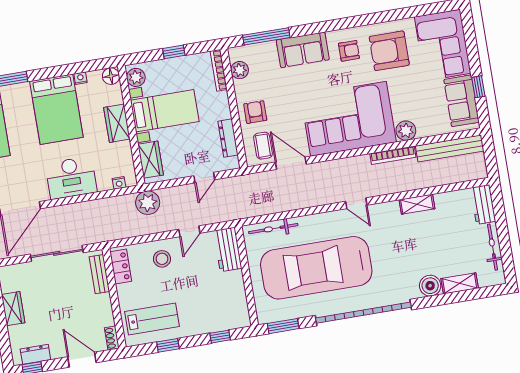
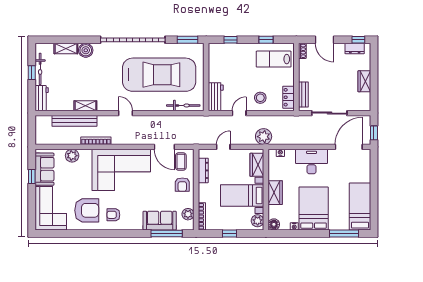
sofa: (303, 50) -> (160, 221), moved
plant: (406, 131) -> (72, 156), moved
bench: (450, 148) -> (74, 121), moved
window: (504, 240) -> (32, 73), added

